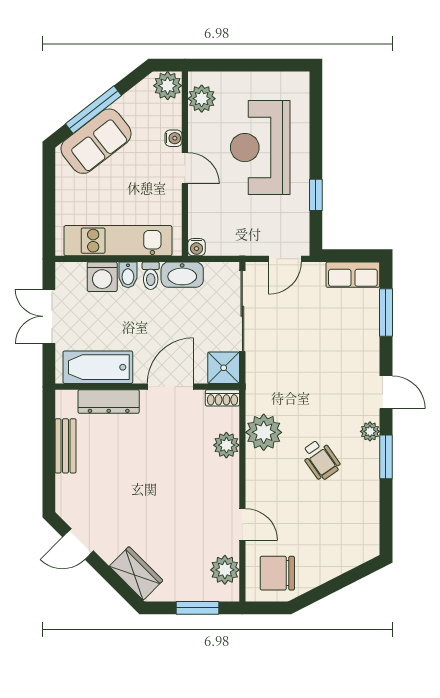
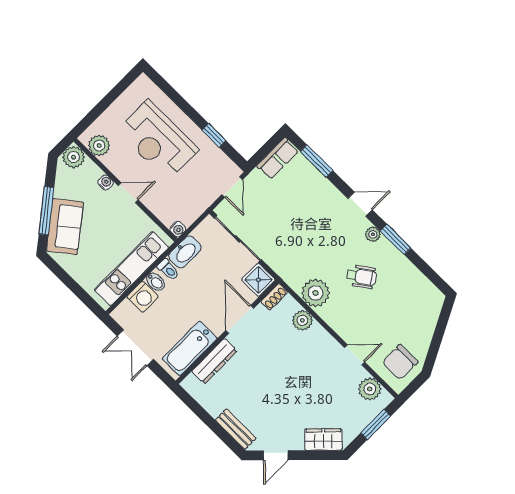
bench: (66, 446) -> (236, 429), moved

